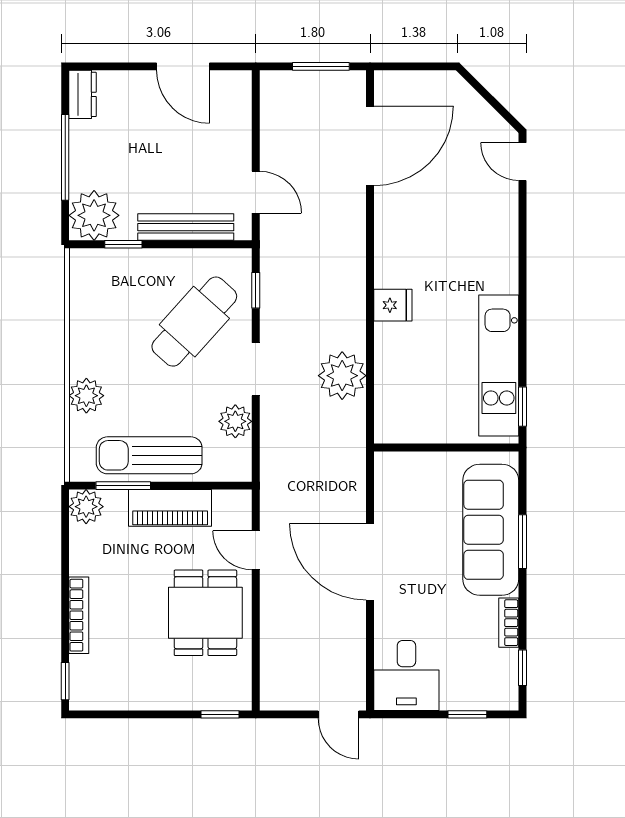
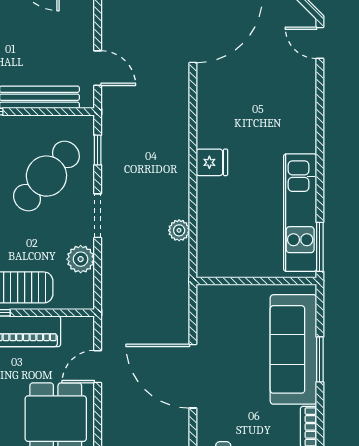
plant: (342, 376) -> (179, 230), width x0.53, depth x0.53
window: (523, 407) -> (320, 247), width x1.50
door: (256, 550) -> (98, 367), hinge flipped

